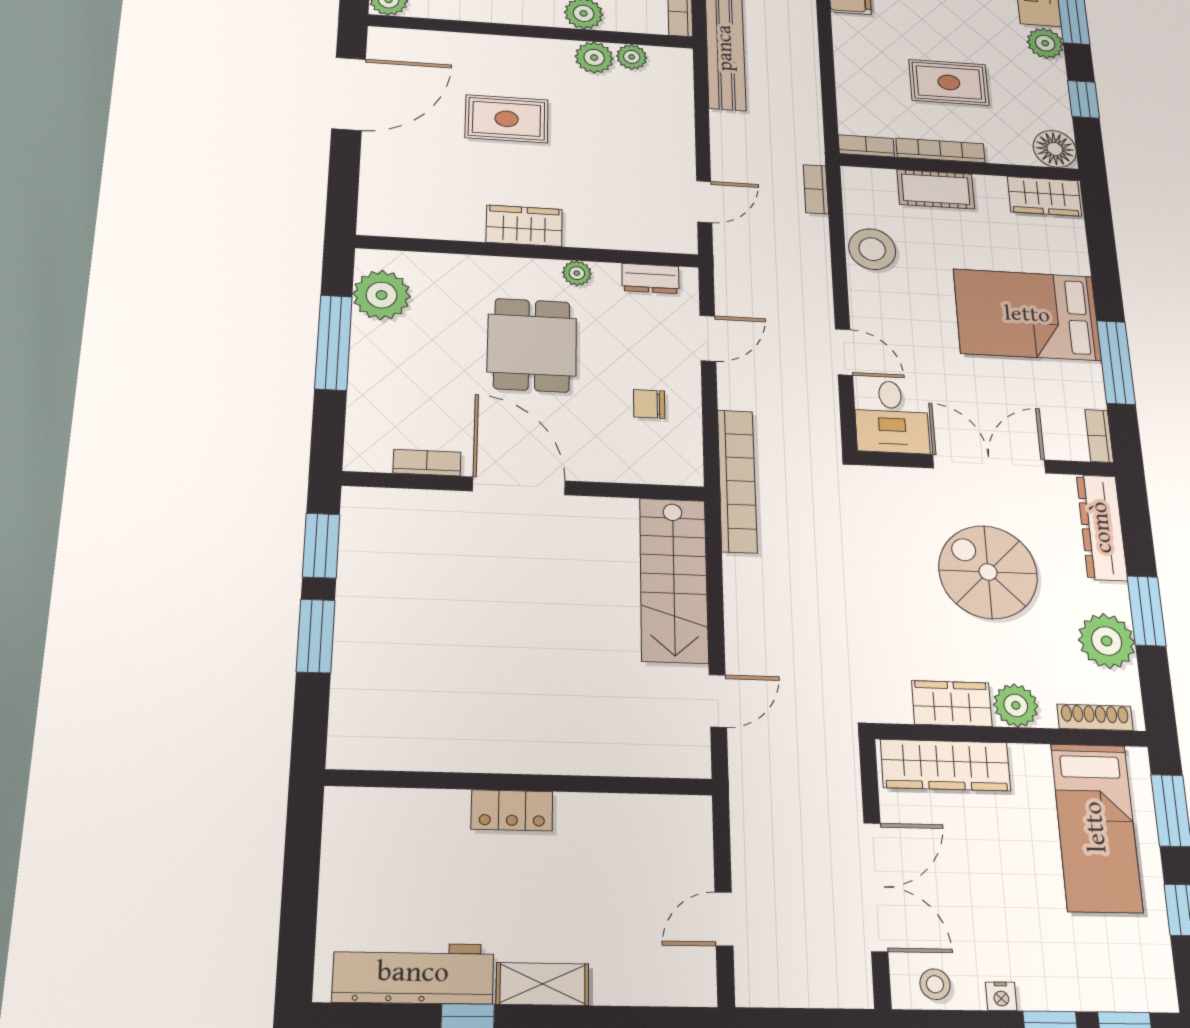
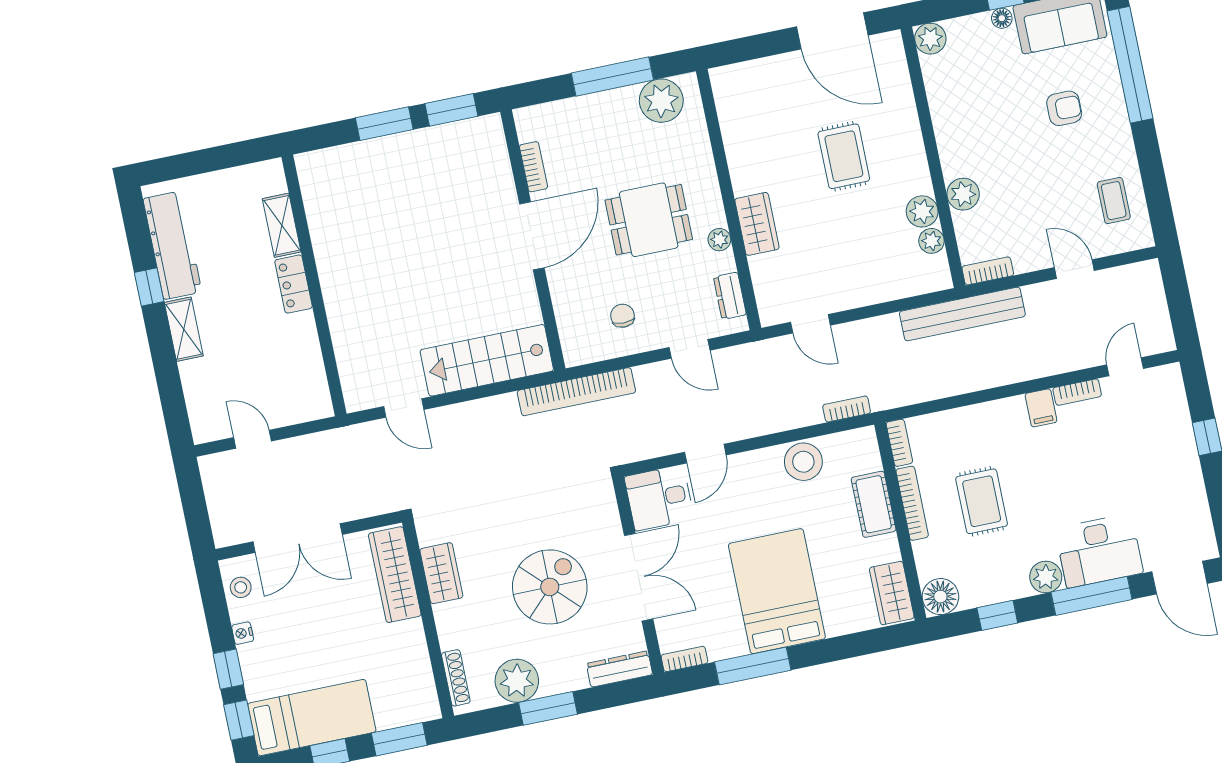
wardrobe: (524, 226) -> (757, 224), moved
dresser: (1102, 527) -> (619, 669), width x0.73, depth x0.80
plant: (1016, 705) -> (451, 619), removed
shelving: (423, 808) -> (282, 225), added
bed: (1096, 827) -> (312, 718), moved, turned 180

